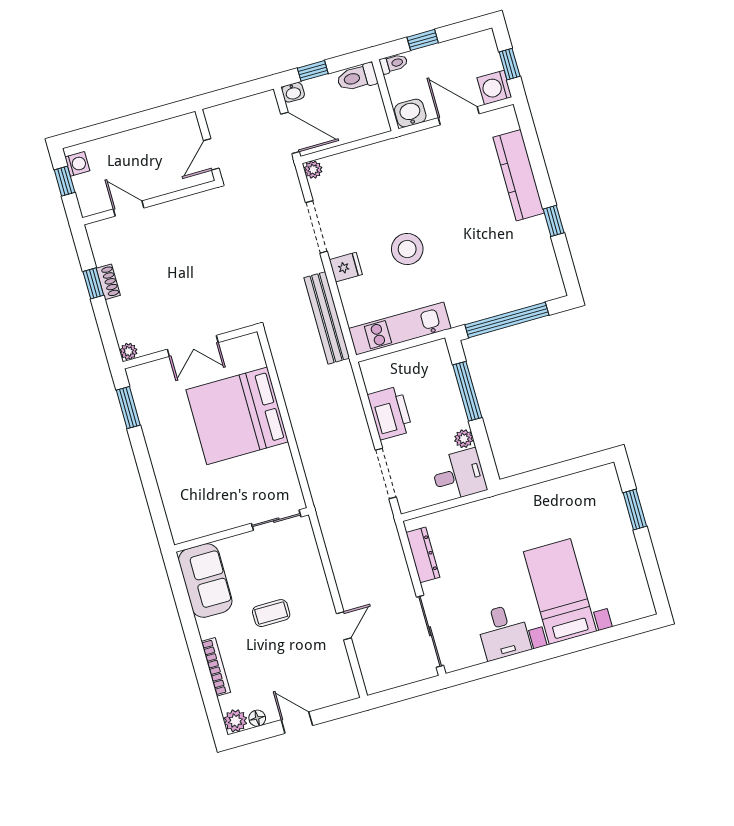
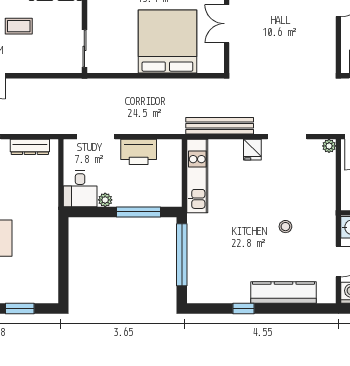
stool: (407, 249) -> (285, 227), moved, width x0.53, depth x0.53
coffee table: (271, 613) -> (19, 26), turned 90

